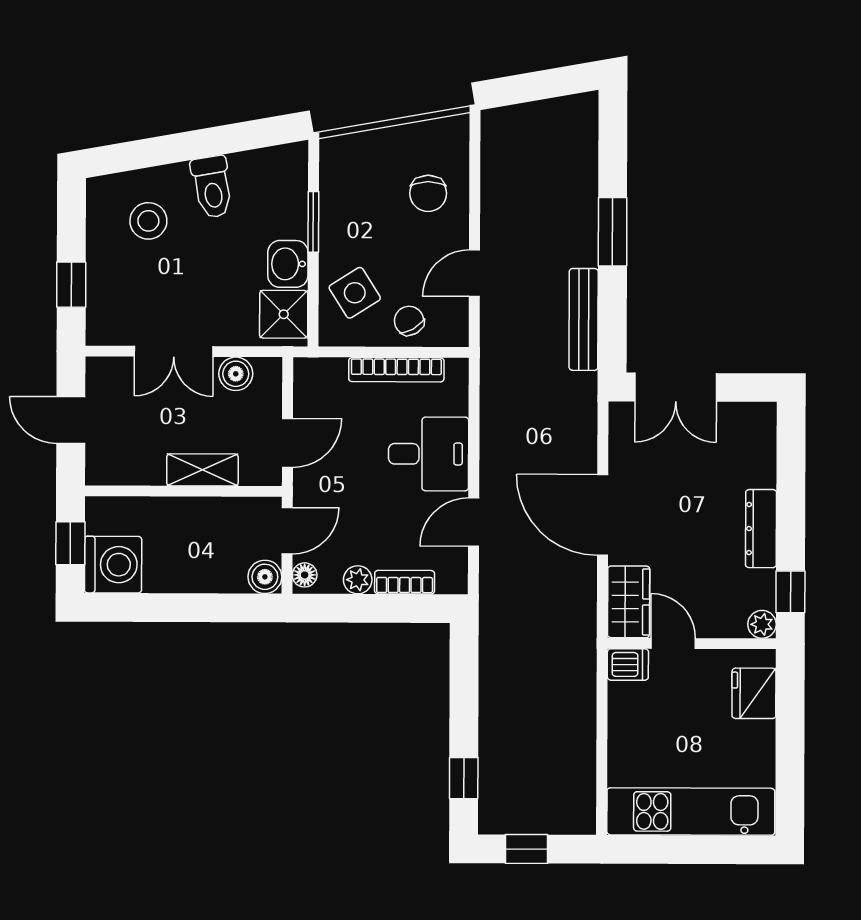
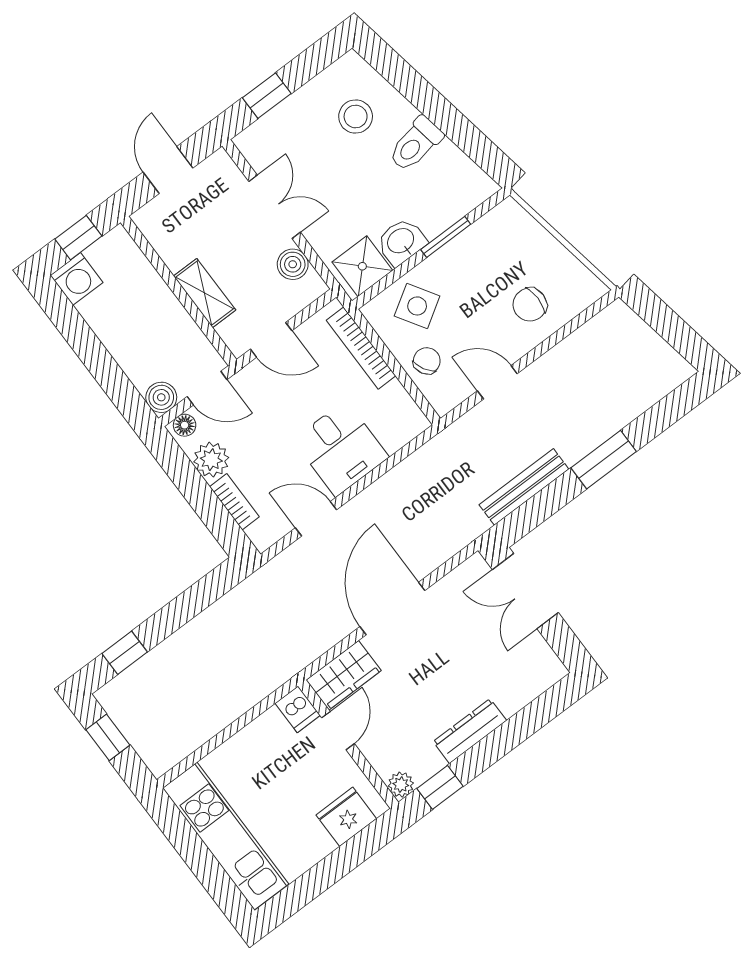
double door: (174, 351) -> (275, 207), swing flipped
bookcase: (396, 370) -> (361, 348), moved
washing machine: (113, 565) -> (77, 279), width x0.73, depth x0.73
plant: (358, 580) -> (211, 460), width x1.38, depth x1.38

